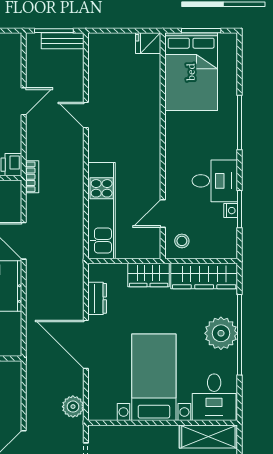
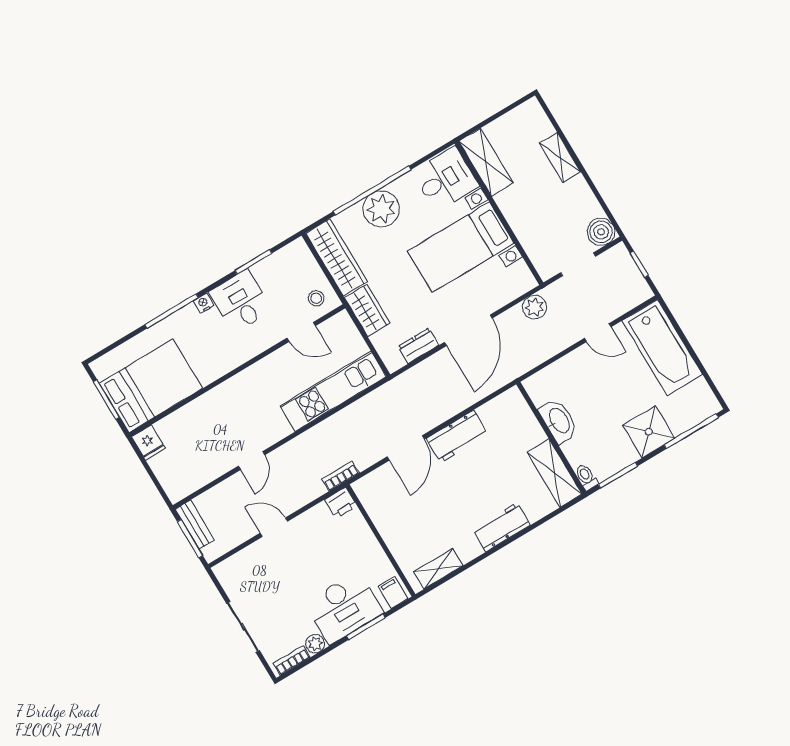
nightstand: (231, 211) -> (203, 303), moved

